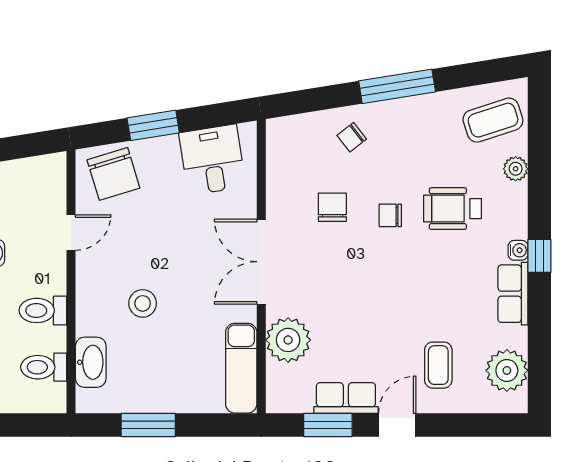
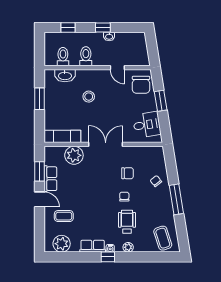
plant: (516, 169) -> (128, 247), moved
chair: (113, 174) -> (141, 85), turned -73

